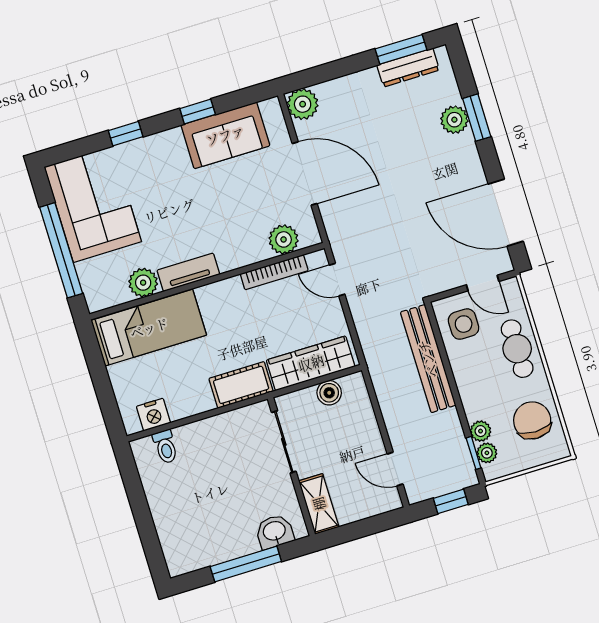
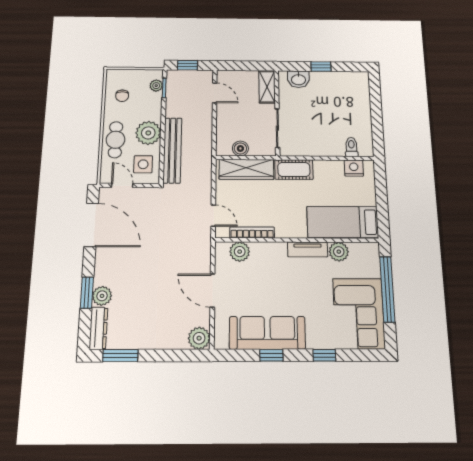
dresser: (408, 68) -> (98, 328), moved, turned 90
sofa: (225, 135) -> (267, 333), width x1.36
door: (305, 174) -> (212, 291), width x0.73
chair: (532, 420) -> (122, 96), width x0.54, depth x0.54
plant: (481, 431) -> (148, 133), moved, width x1.87, depth x1.87
window: (246, 564) -> (321, 67), width x0.46

